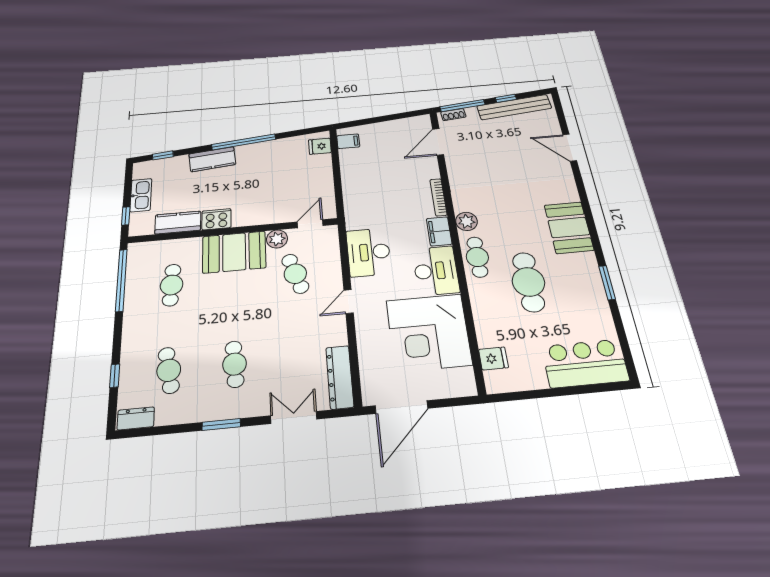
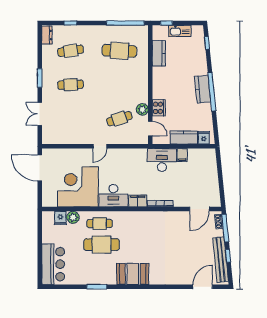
filing cabinet: (348, 141) -> (182, 155), moved
door: (438, 142) -> (199, 209), swing flipped
door: (570, 148) -> (203, 287), moved
kitchen counter: (212, 159) -> (203, 89), moved
kitchen counter: (322, 174) -> (184, 137), added
cooker: (216, 219) -> (159, 108), moved
plant: (467, 221) -> (73, 217), moved
booth: (234, 252) -> (136, 85), removed
desk: (369, 252) -> (162, 160), moved
cafe table: (477, 257) -> (100, 223), moved
cafe table: (172, 285) -> (119, 51), width x1.37, depth x1.35
door: (349, 301) -> (100, 146), swing flipped
dresser: (340, 377) -> (58, 138), removed
double door: (294, 417) -> (40, 114), swing flipped

